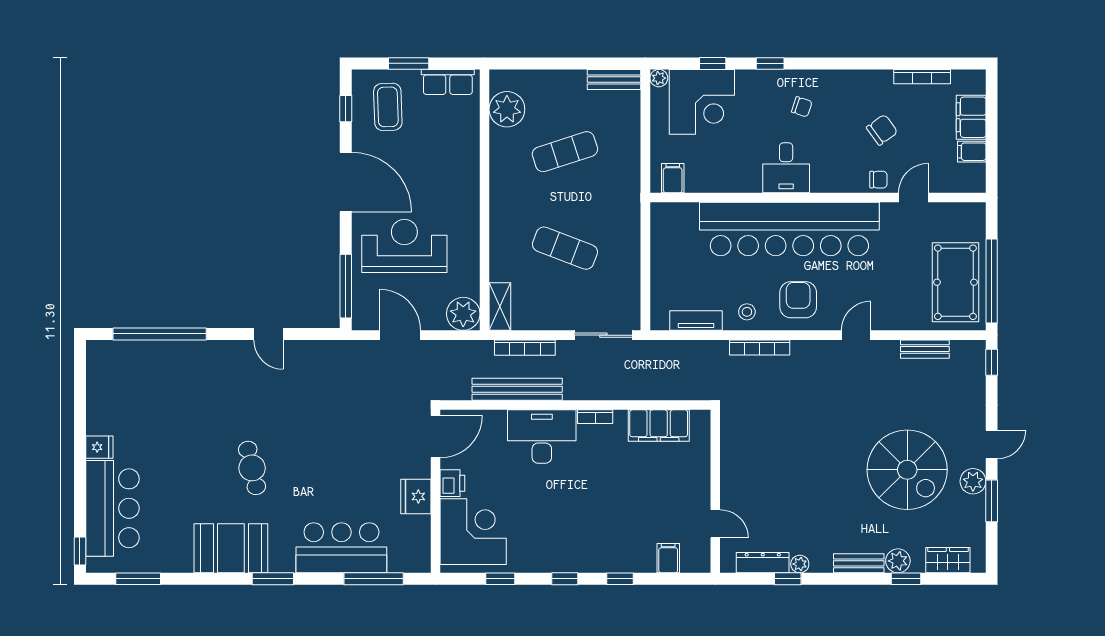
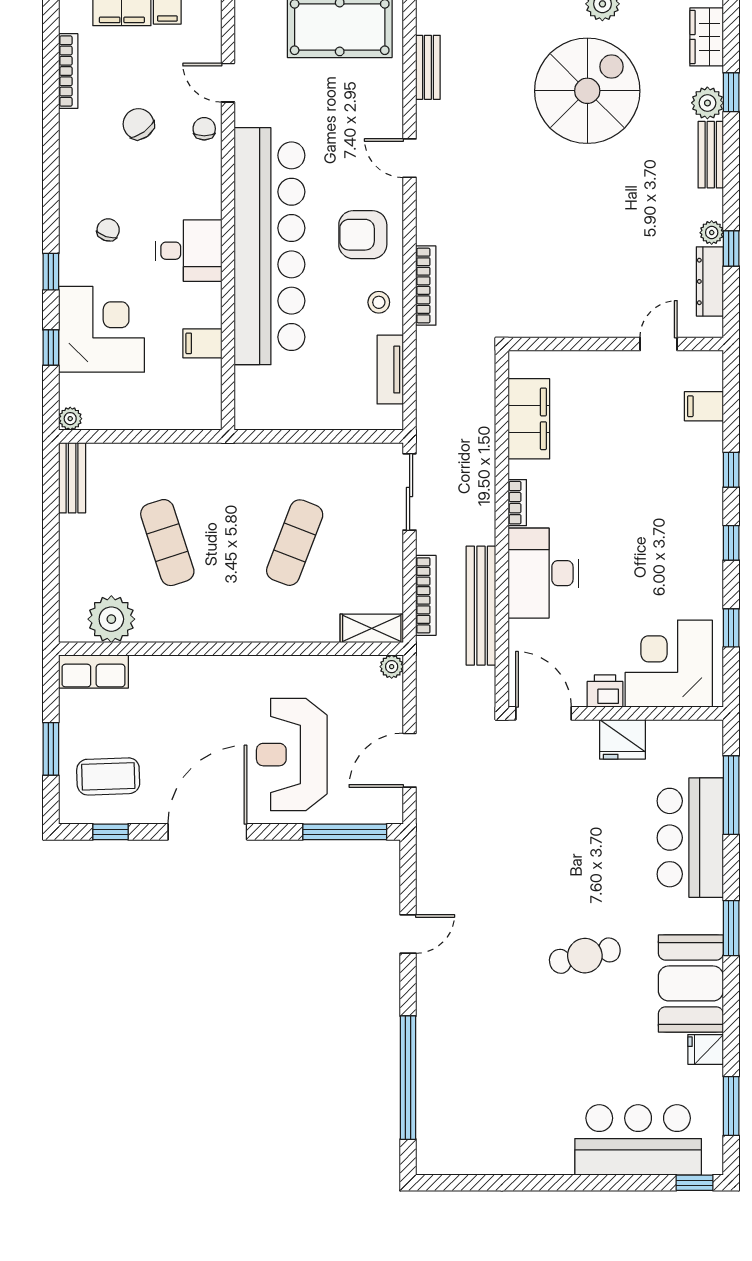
row of seats: (448, 82) -> (93, 672), moved, turned 90
corner desk: (702, 102) -> (102, 329), moved
filing cabinet: (673, 178) -> (202, 343), moved
plant: (463, 314) -> (392, 667), width x0.53, depth x0.53
fridge: (99, 447) -> (706, 1049), moved, turned -90

